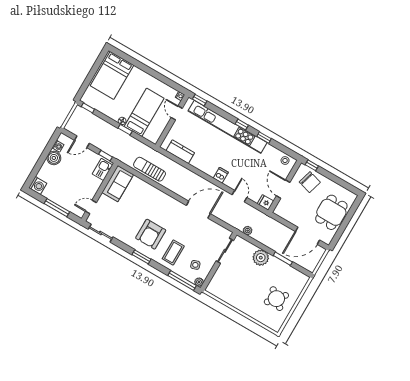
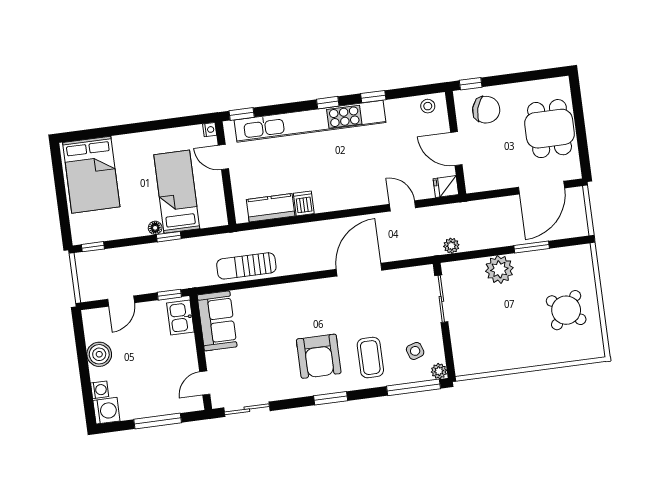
washing machine: (58, 146) -> (100, 390), moved
dishwasher: (221, 175) -> (304, 203), moved

